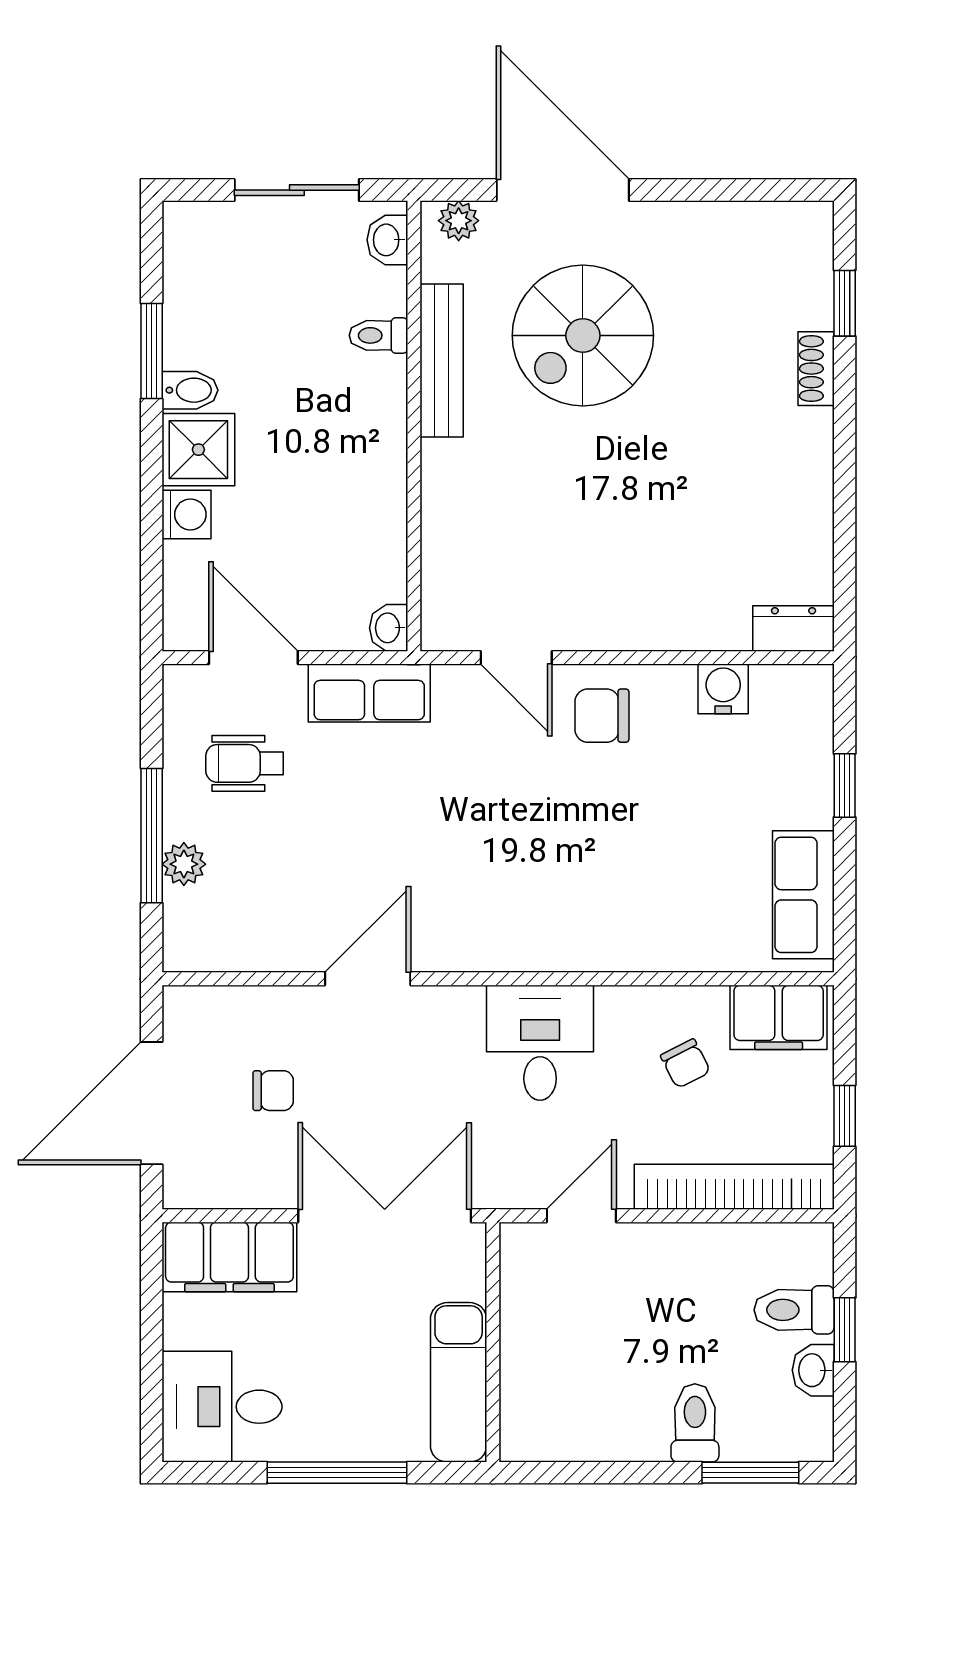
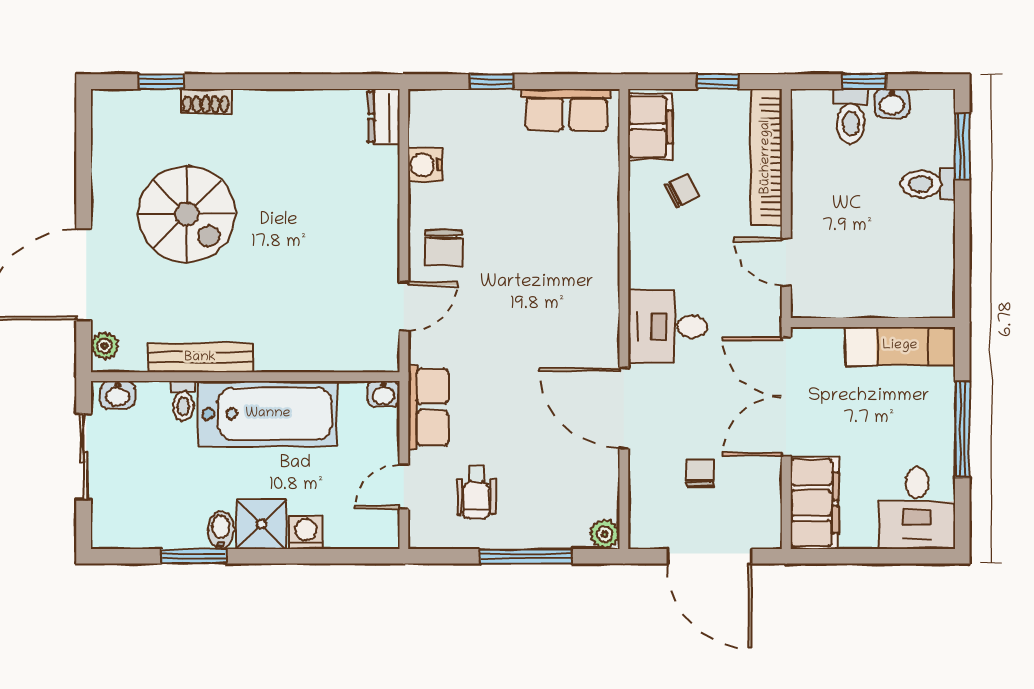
spiral stairs: (583, 335) -> (187, 214), moved
bathtub: (360, 459) -> (268, 414), added
door: (253, 658) -> (404, 487), width x0.73
plant: (184, 864) -> (605, 534), moved
door: (368, 979) -> (624, 408), width x1.36
desk: (540, 1043) -> (668, 327), moved

